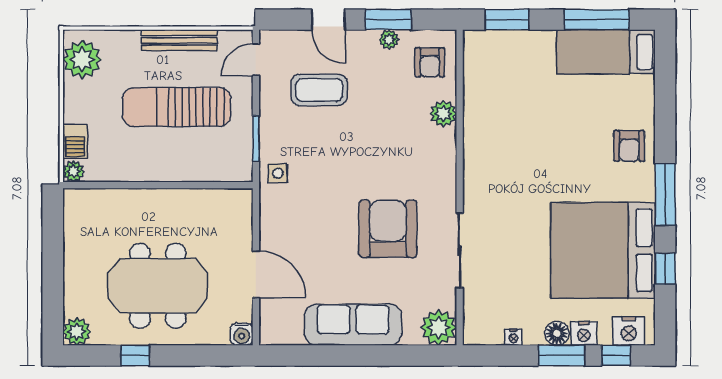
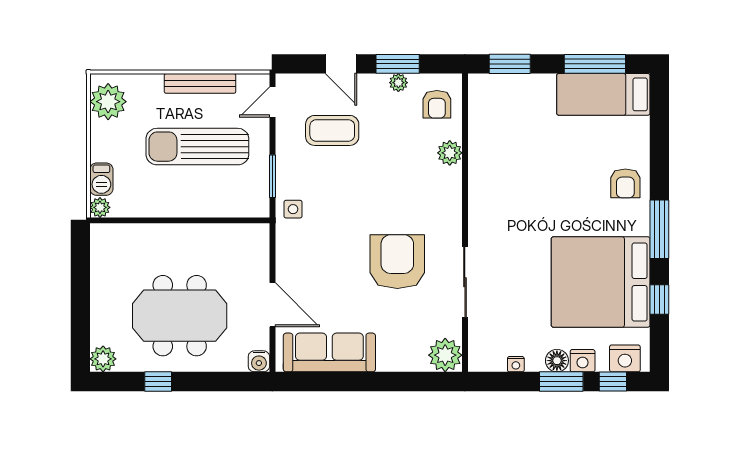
sofa: (353, 325) -> (329, 352), moved

